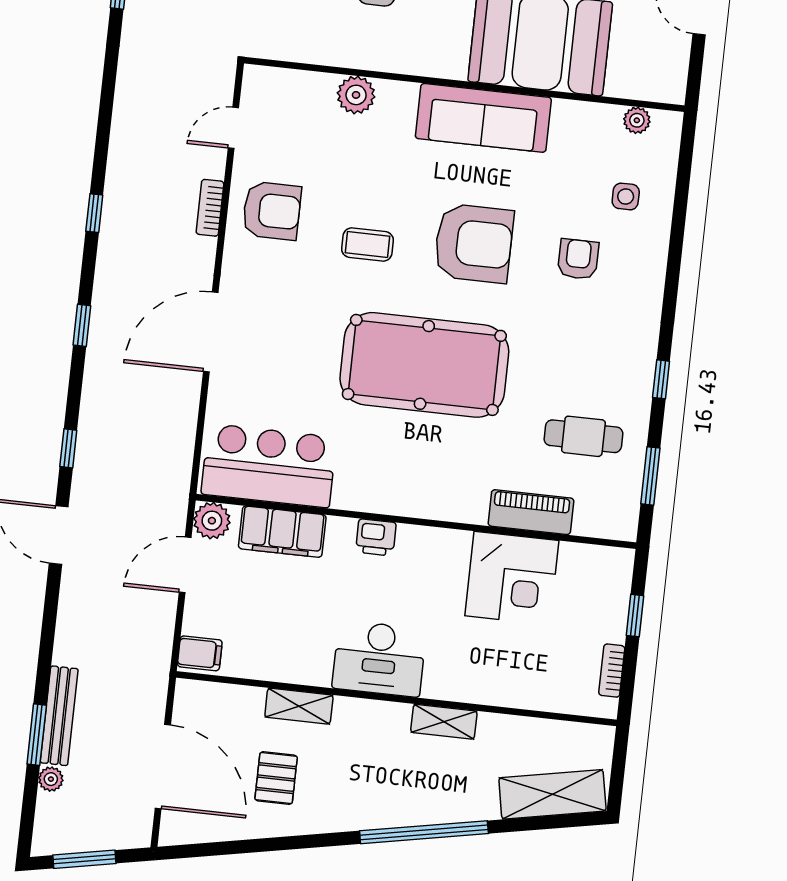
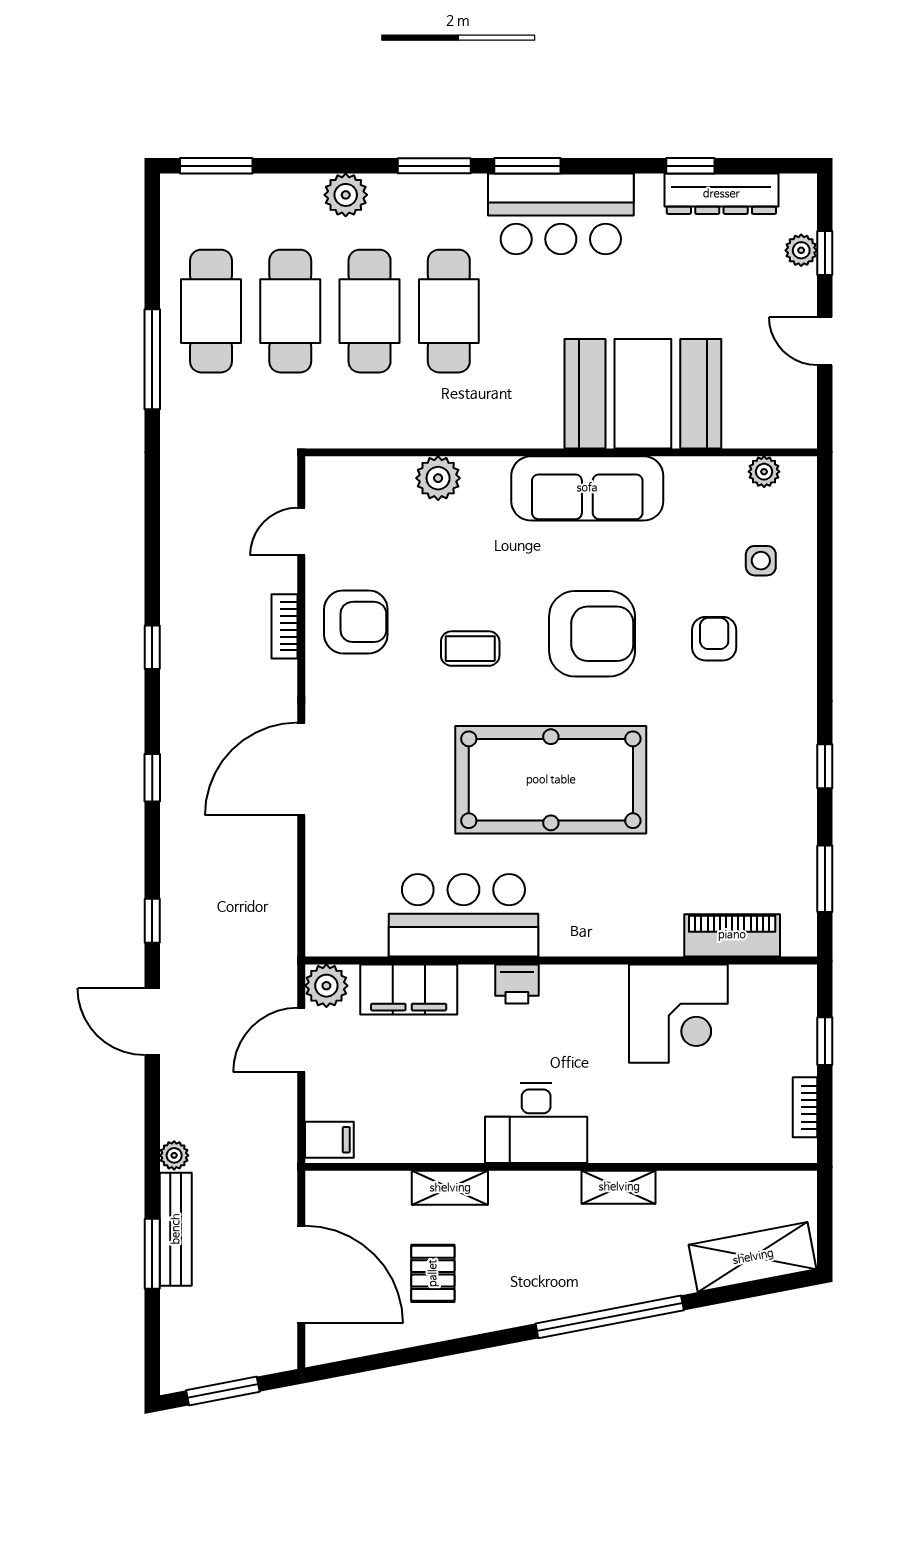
cafe table: (583, 436) -> (743, 842), removed
bar counter: (269, 466) -> (463, 915), moved
piano: (531, 512) -> (732, 935), moved
plant: (51, 779) -> (174, 1155), moved

